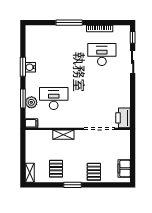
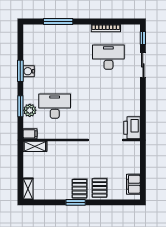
window: (69, 23) -> (58, 22), moved
shelving: (63, 135) -> (35, 146), moved
pallet: (56, 169) -> (80, 189), moved

